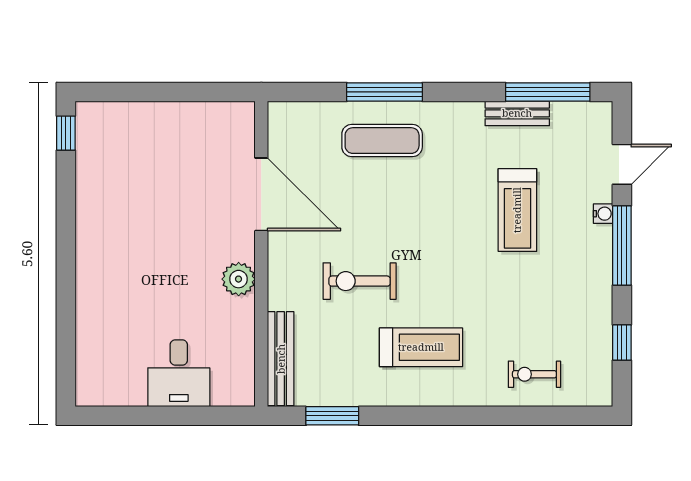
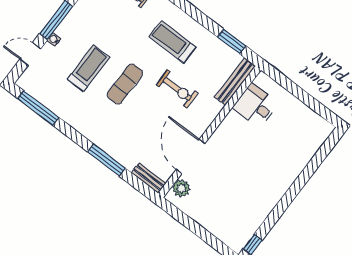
bench: (517, 113) -> (149, 178), moved
exercise mat: (382, 141) -> (125, 84), moved, turned 90
plant: (239, 279) -> (181, 188), moved
desk: (179, 373) -> (256, 106), moved, turned -90

